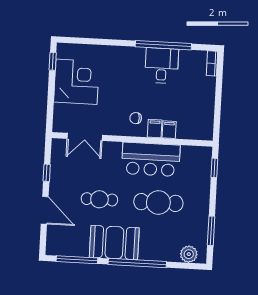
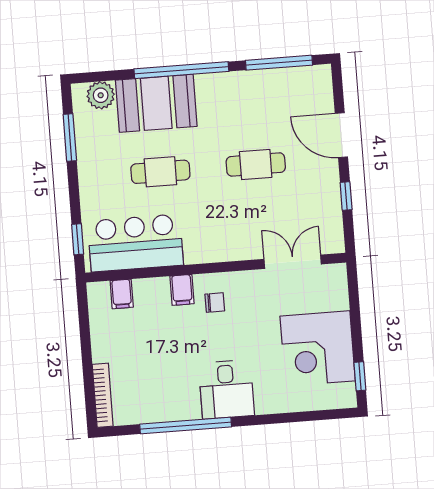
bookcase: (212, 63) -> (103, 395), width x1.56
desk: (162, 66) -> (226, 389), moved
filing cabinet: (169, 130) -> (122, 294), moved
bar counter: (151, 159) -> (135, 243), moved
cafe table: (158, 202) -> (160, 172), width x0.73, depth x0.74
booth: (114, 243) -> (156, 103), moved

